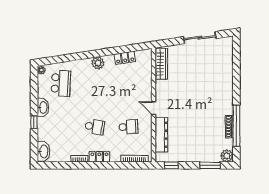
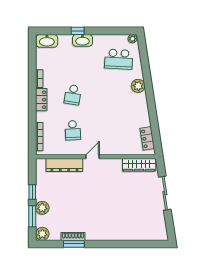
sliding door: (200, 38) -> (165, 193), moved
locker: (125, 58) -> (147, 138), moved
plant: (98, 63) -> (138, 86), moved
washbasin: (43, 107) -> (82, 40), moved
window: (236, 126) -> (74, 244), width x0.47
plant: (202, 156) -> (42, 208), added
window: (171, 165) -> (32, 192), moved

